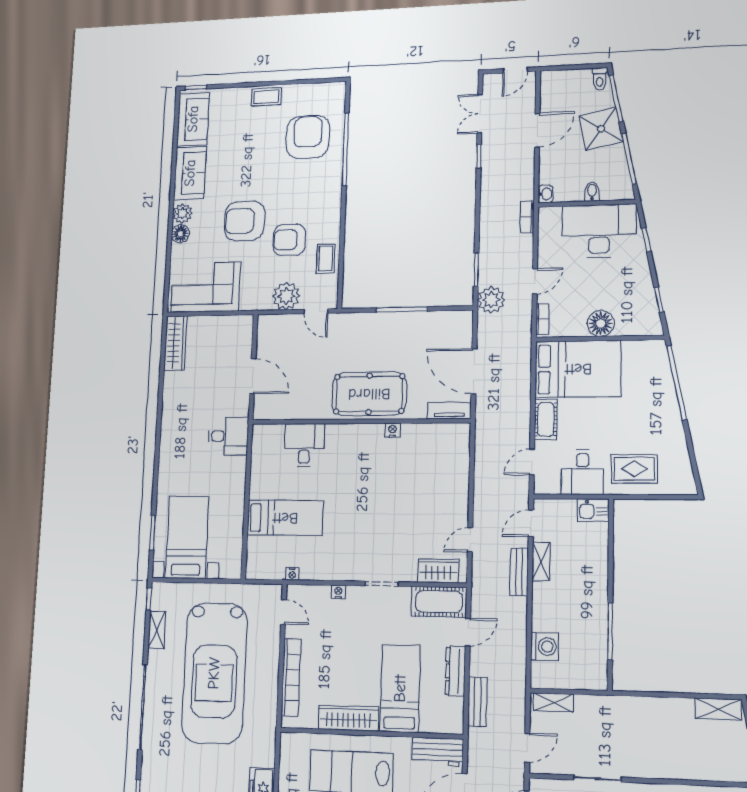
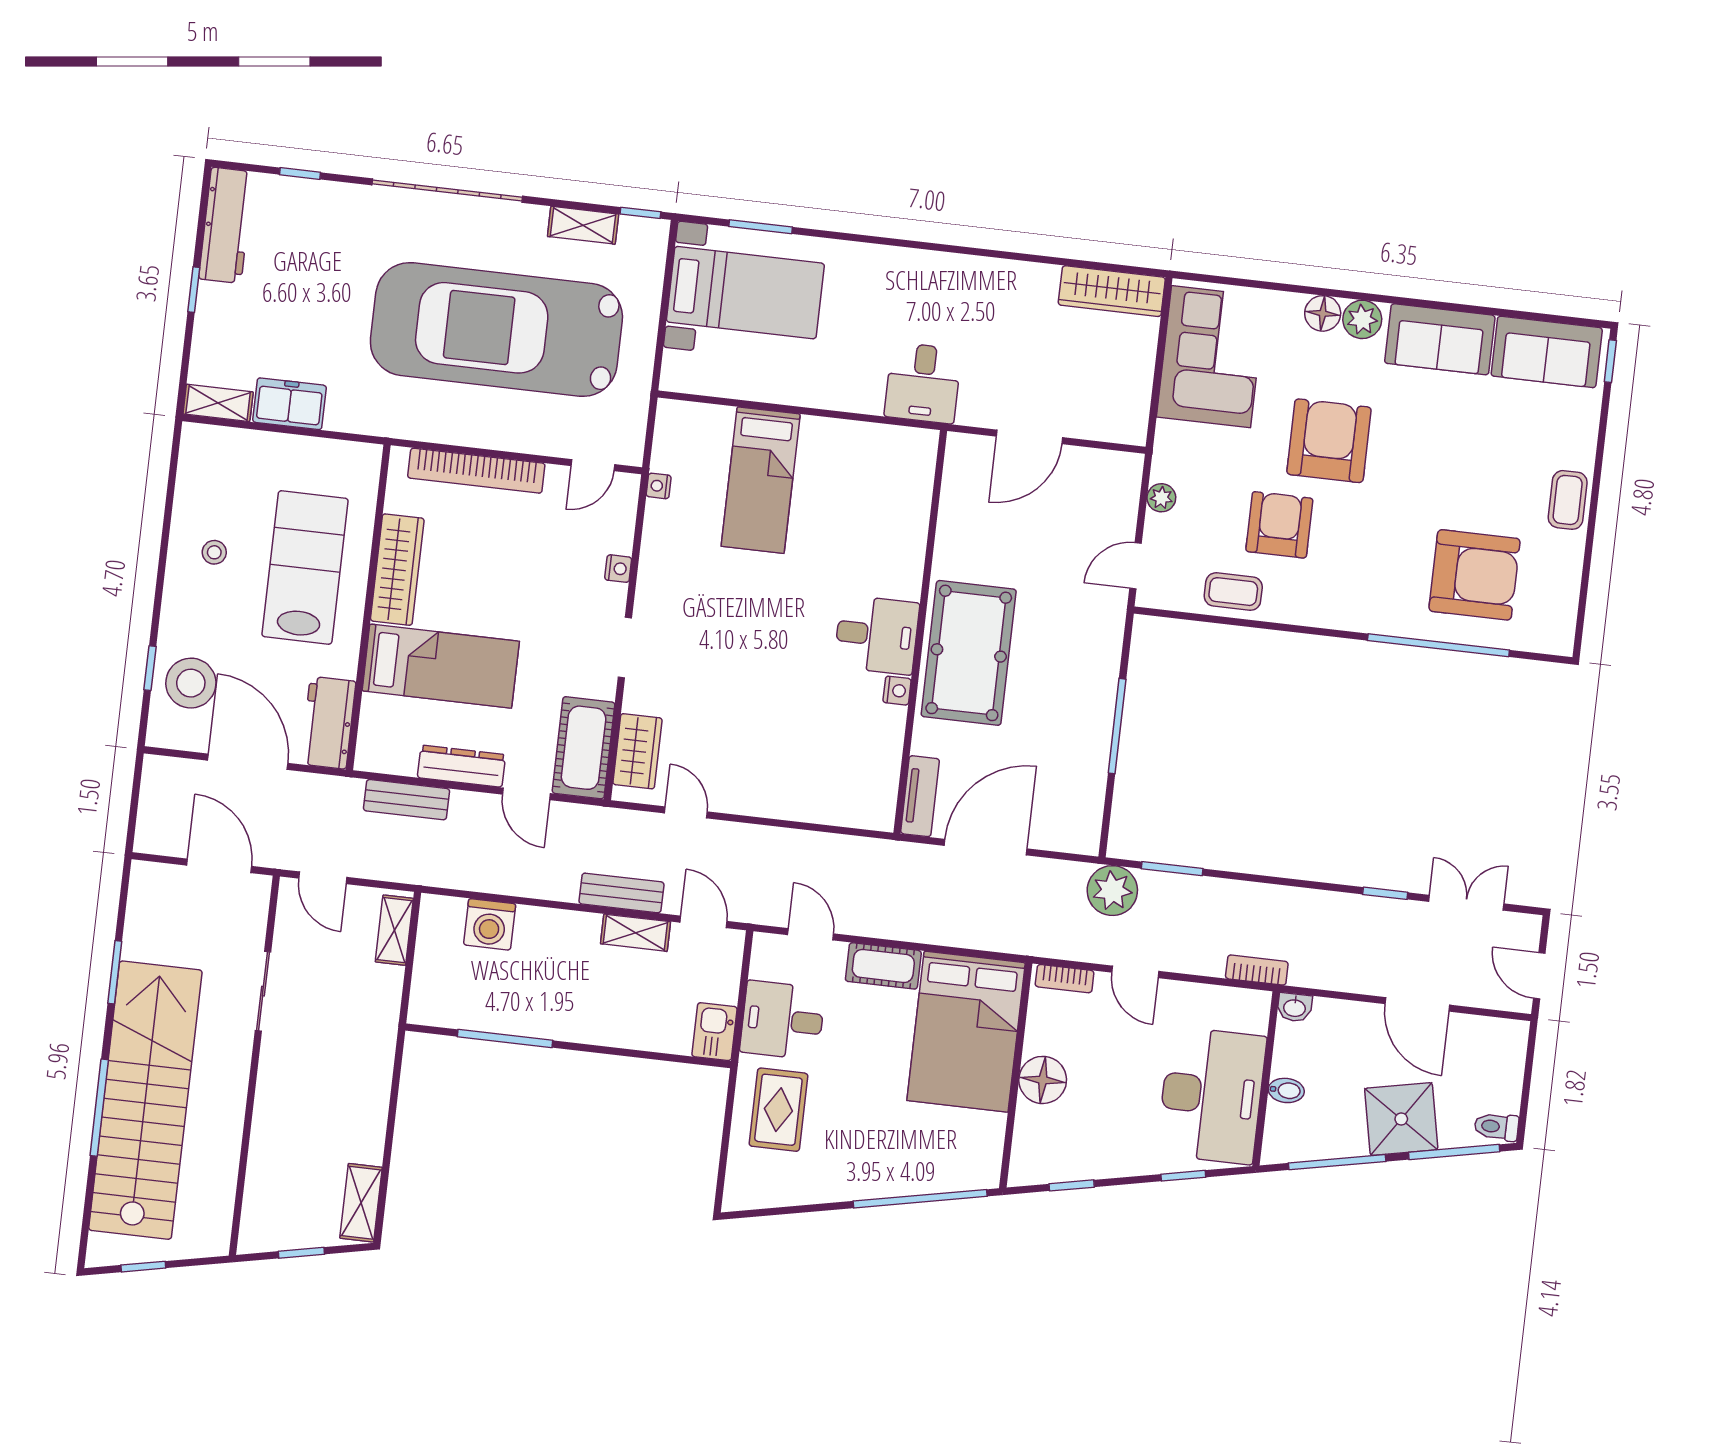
plant: (286, 296) -> (1161, 498), width x0.53, depth x0.53
desk: (304, 445) -> (877, 635), moved

